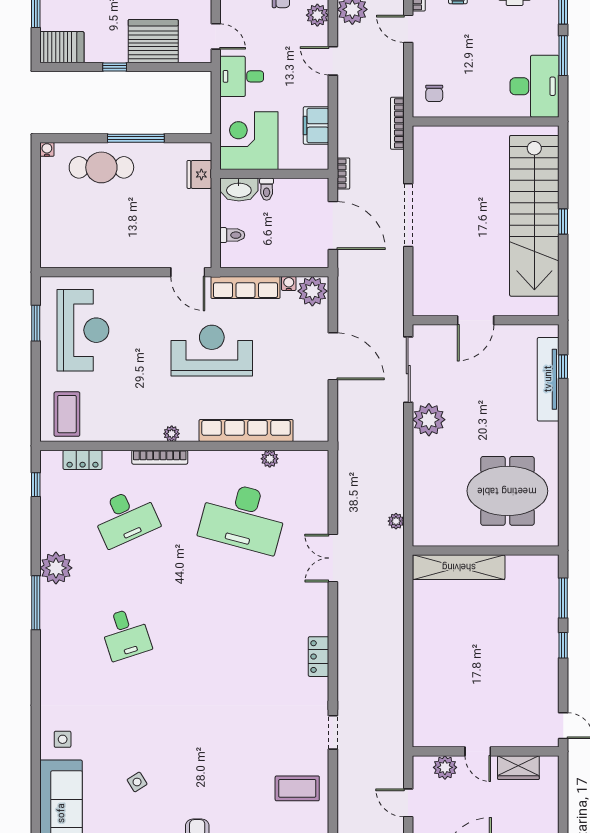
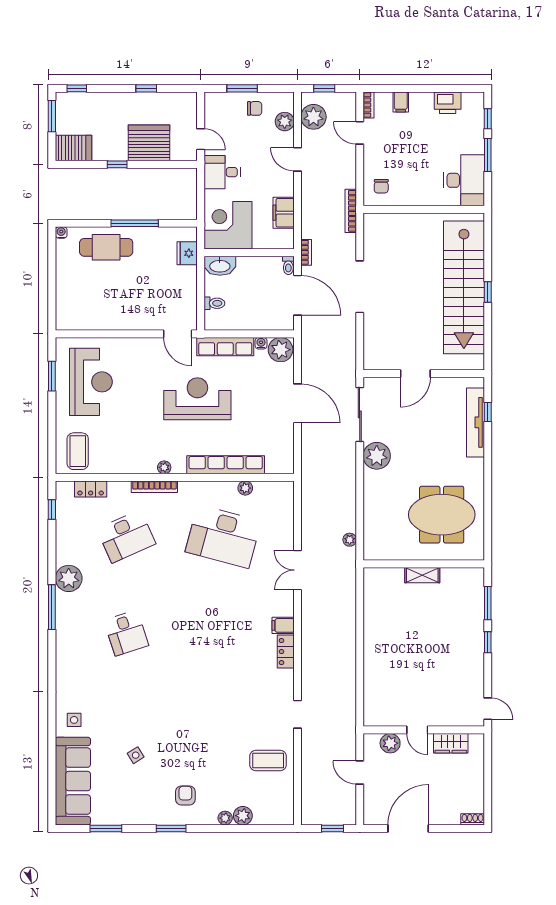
toilet: (267, 189) -> (288, 265), moved
shelving: (459, 567) -> (422, 575), width x0.45, depth x0.75
filing cabinet: (315, 625) -> (283, 625), added

